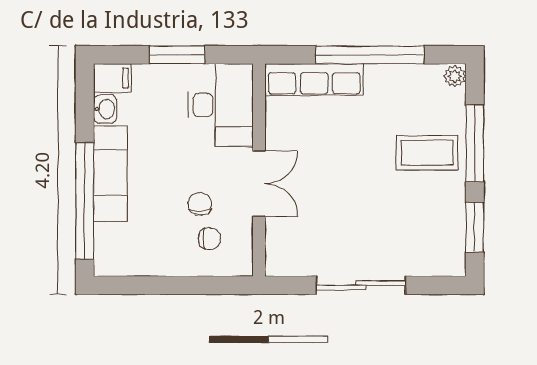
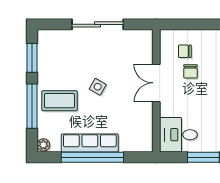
row of seats: (314, 80) -> (90, 143), moved
desk: (221, 105) -> (178, 135), width x0.73
side table: (361, 177) -> (98, 87), added

